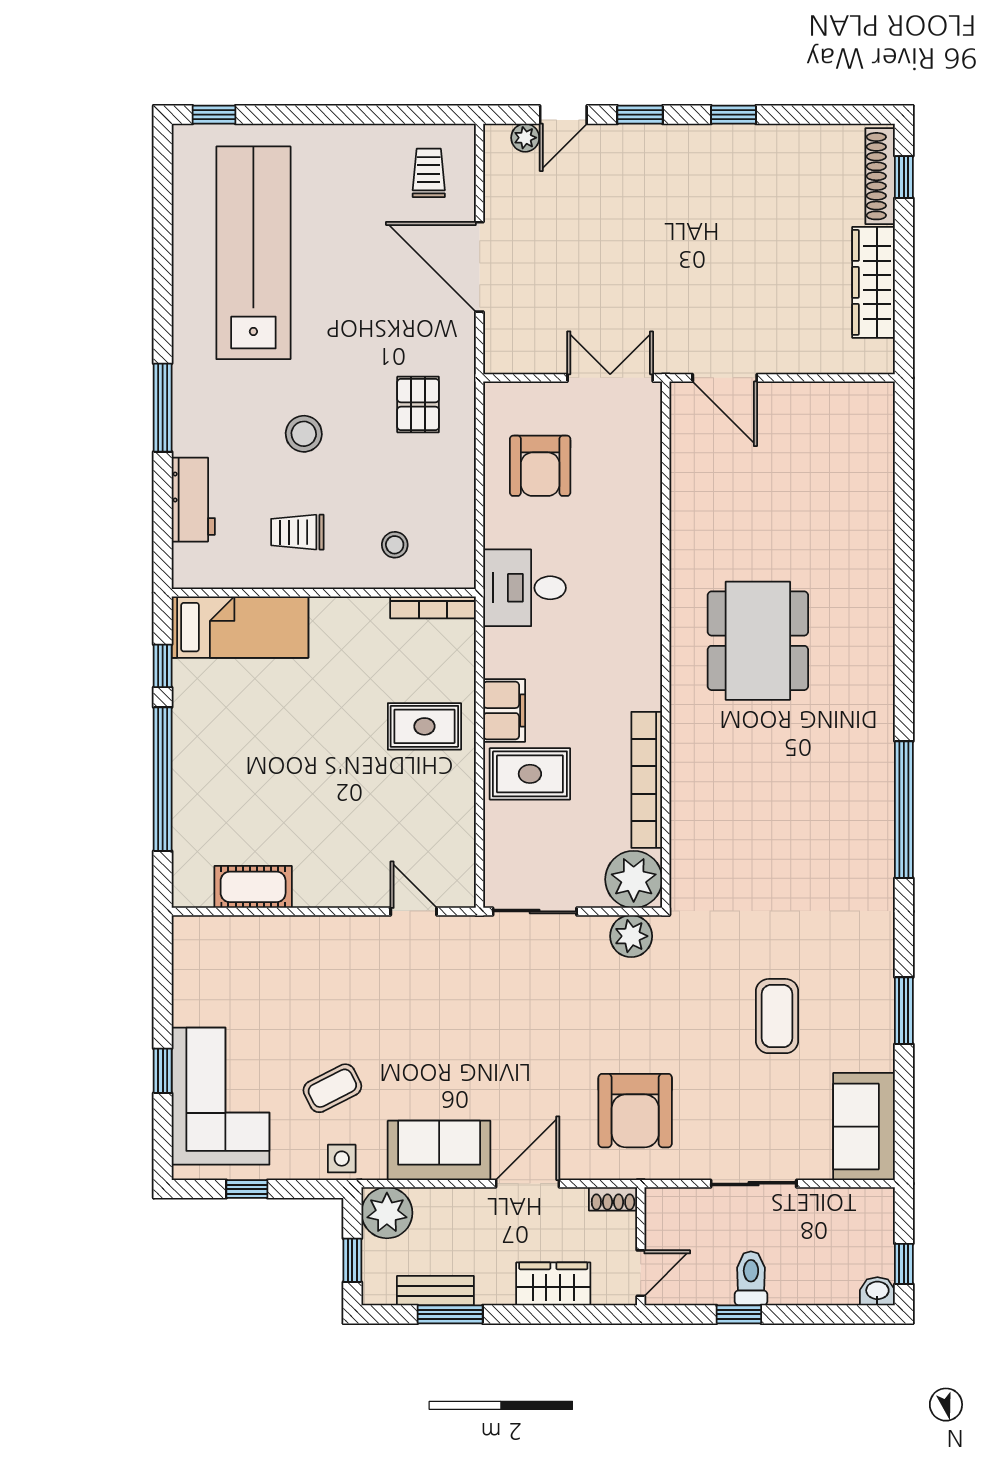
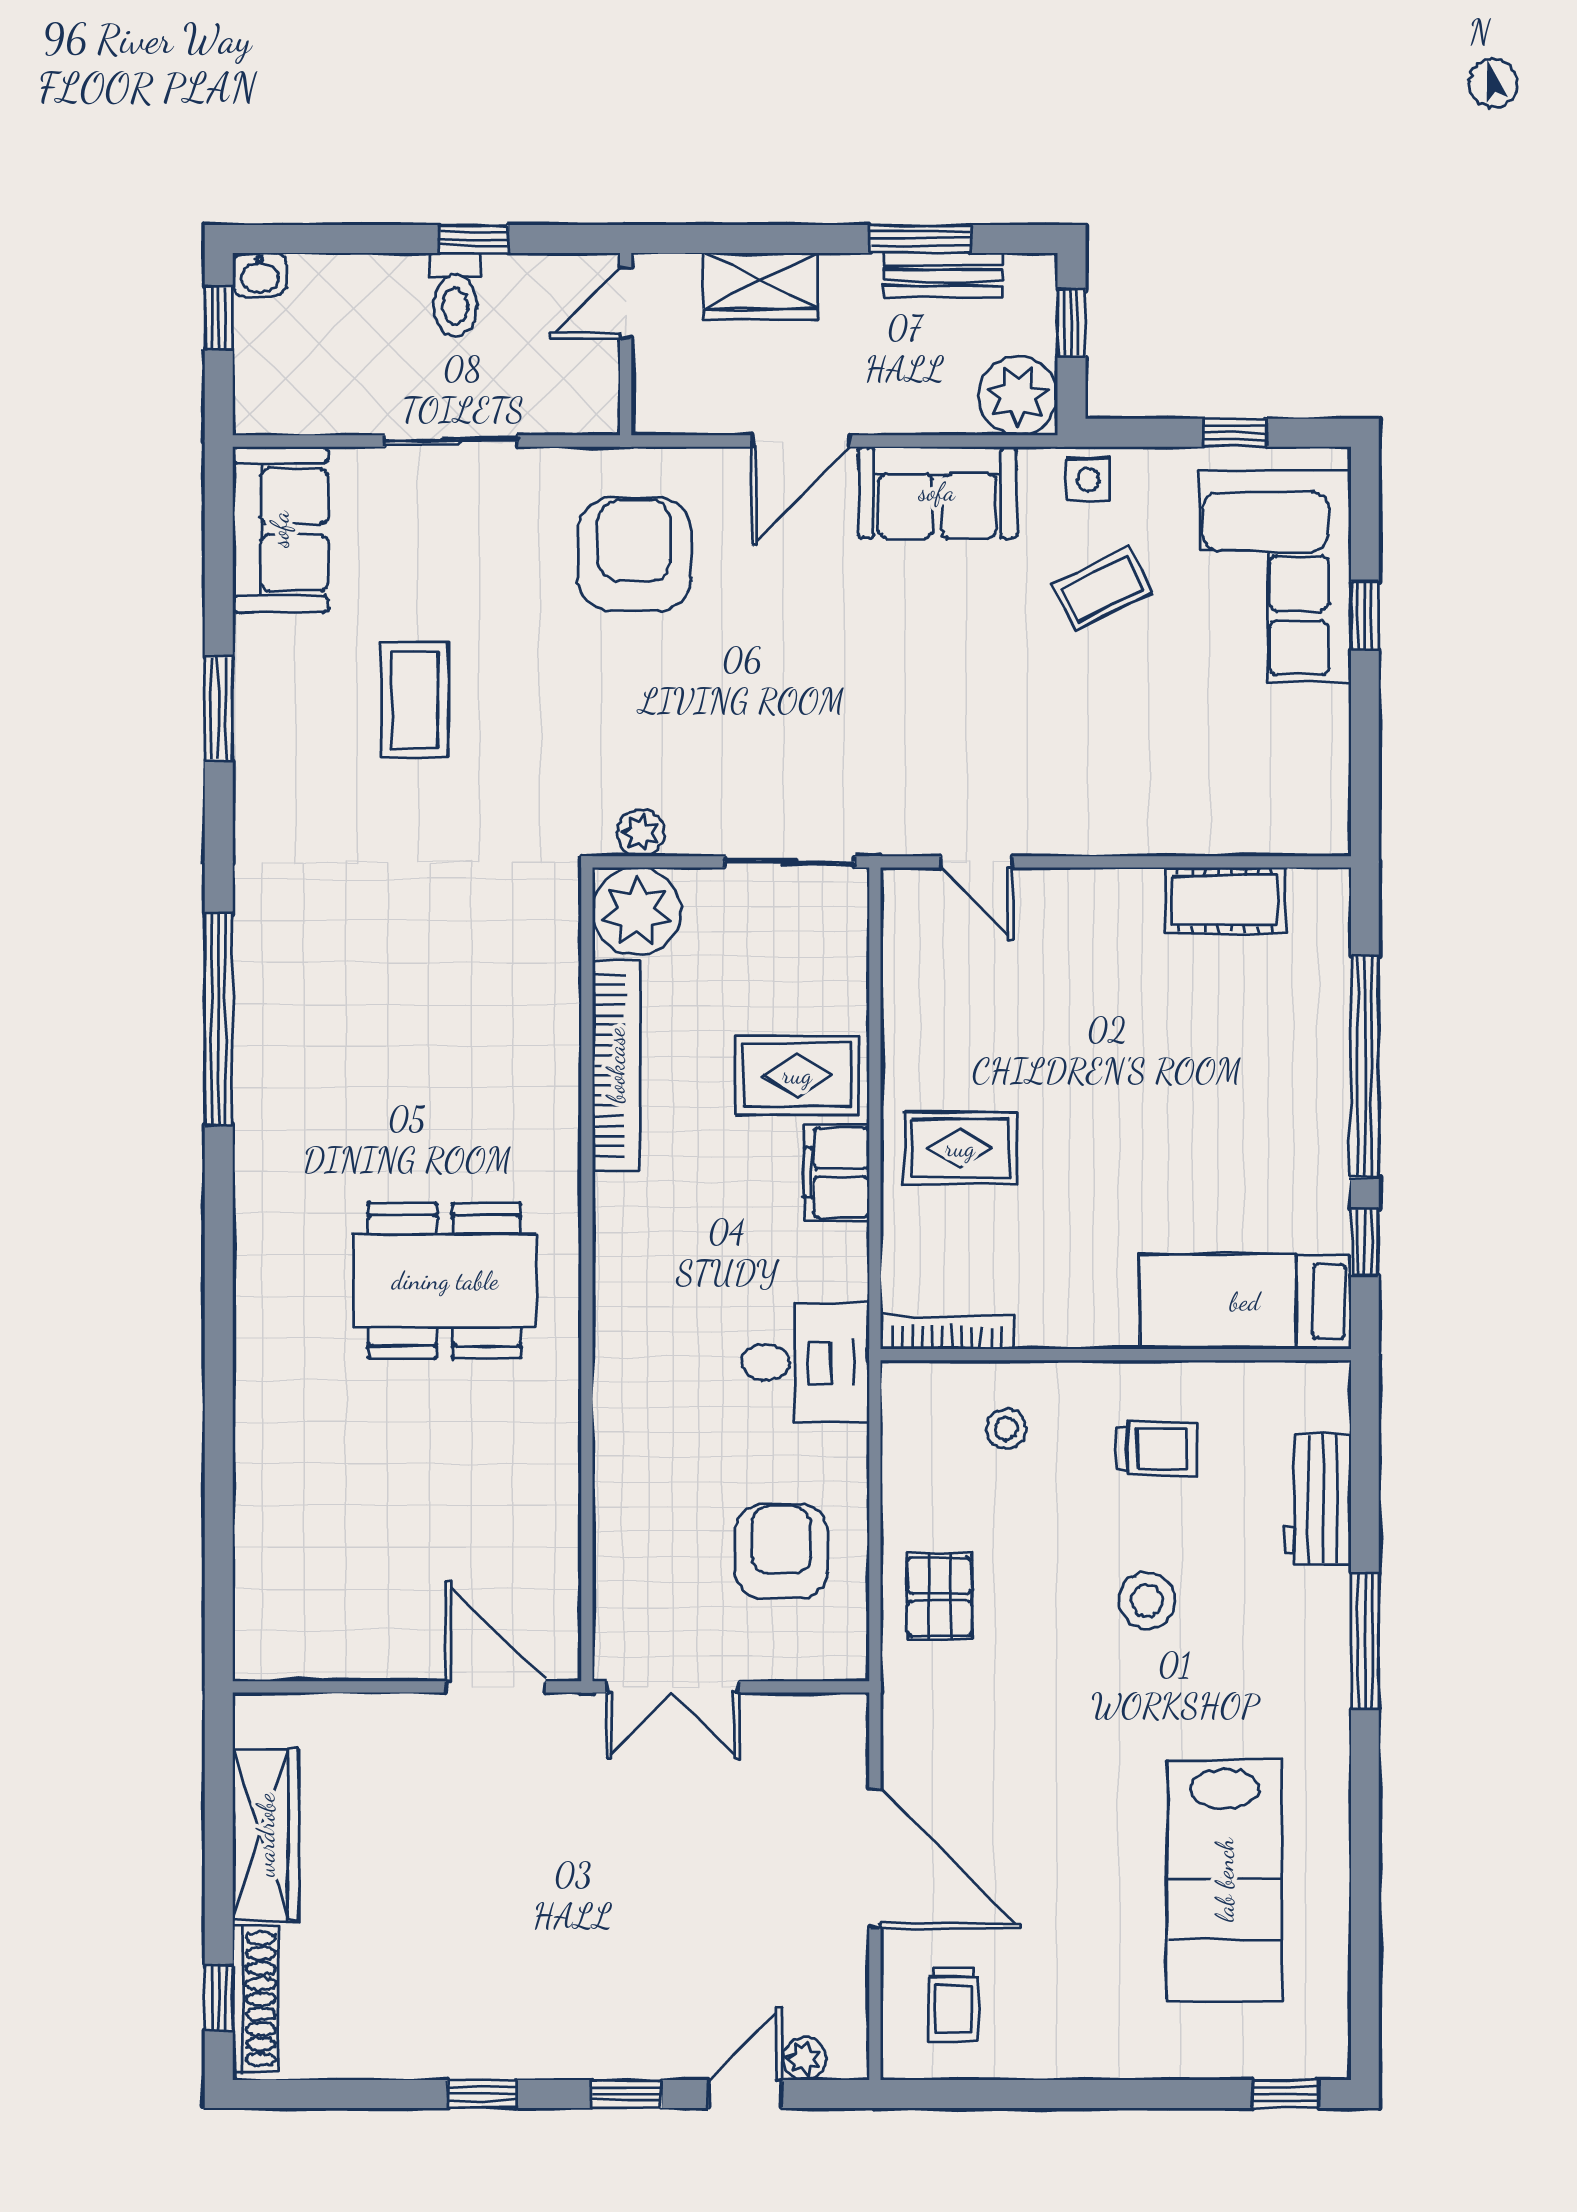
lab bench: (253, 253) -> (1225, 1880), width x0.73
pallet: (418, 404) -> (940, 1597), moved
dining table: (758, 641) -> (445, 1281), turned 90
plant: (631, 936) -> (641, 833), width x0.73, depth x0.73
shoe rack: (613, 1199) -> (669, 417), removed

